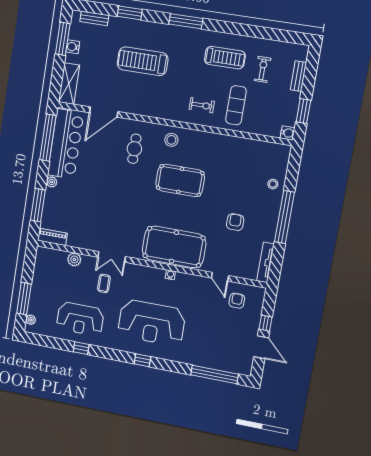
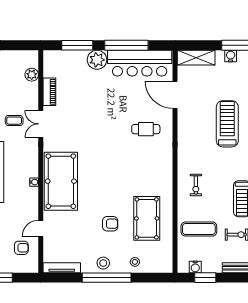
exercise mat: (236, 105) -> (199, 229), moved
water cooler: (288, 133) -> (195, 267), moved
window: (48, 138) -> (126, 45), moved
stool: (171, 140) -> (103, 263), moved
pool table: (180, 180) -> (147, 218), moved
plant: (52, 182) -> (97, 60), width x1.87, depth x1.87
armchair: (235, 222) -> (110, 224), moved
piano: (52, 237) -> (49, 92), moved
plant: (74, 259) -> (32, 75), moved

